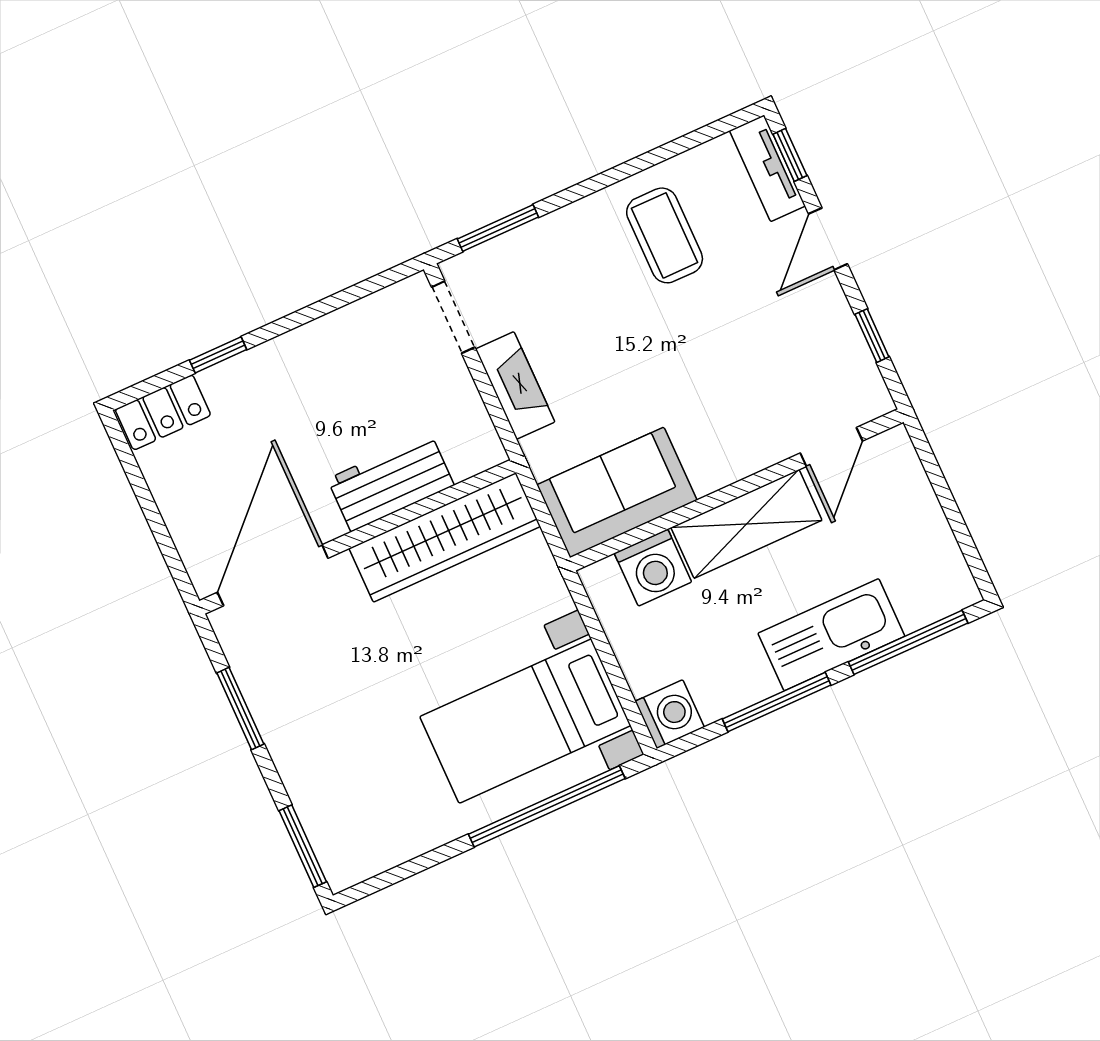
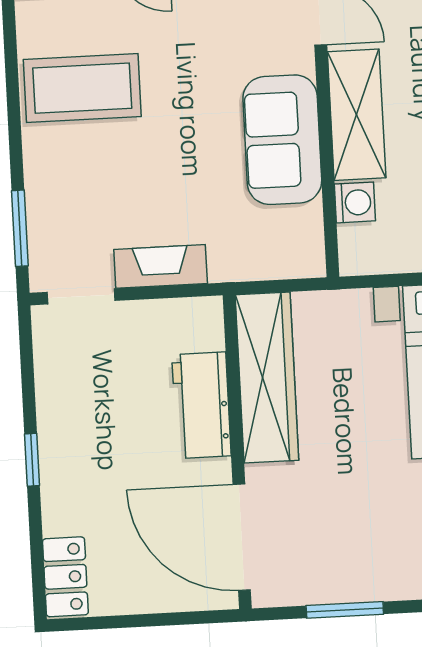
coffee table: (665, 235) -> (82, 88), width x1.36, depth x1.32
window: (218, 355) -> (32, 460), moved
sofa: (617, 492) -> (282, 140), moved
washing machine: (653, 568) -> (355, 202), width x0.73, depth x0.73

